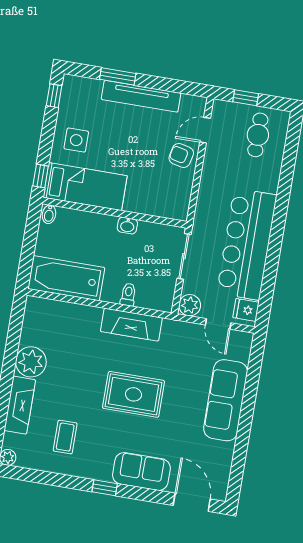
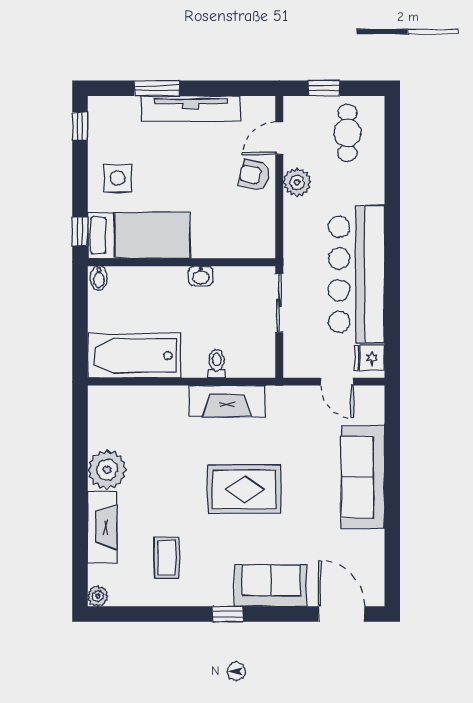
plant: (190, 305) -> (297, 182), moved

